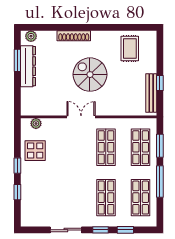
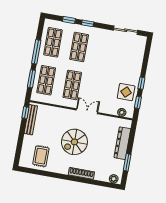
dresser: (28, 66) -> (122, 143), moved
spiral stairs: (90, 75) -> (74, 142), turned 90
window: (160, 83) -> (25, 113), moved
double door: (81, 117) -> (87, 111), swing flipped
window: (17, 192) -> (138, 102), moved
sliding door: (66, 230) -> (126, 30), moved

